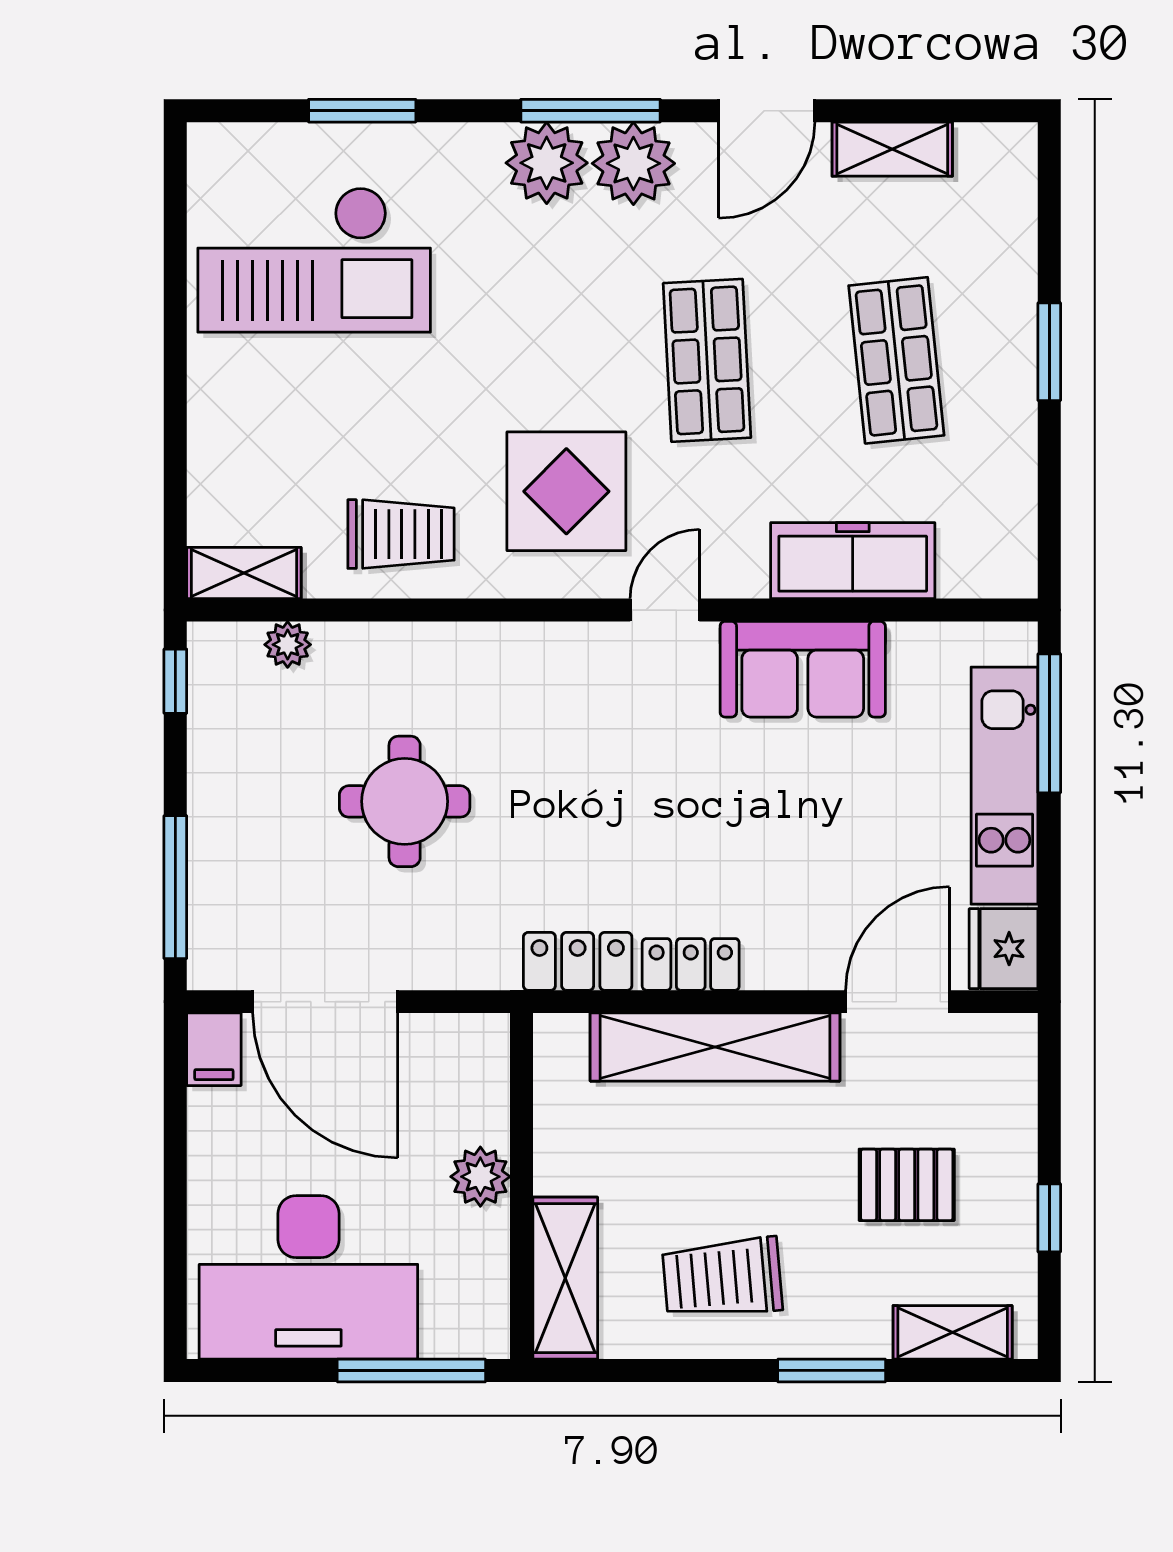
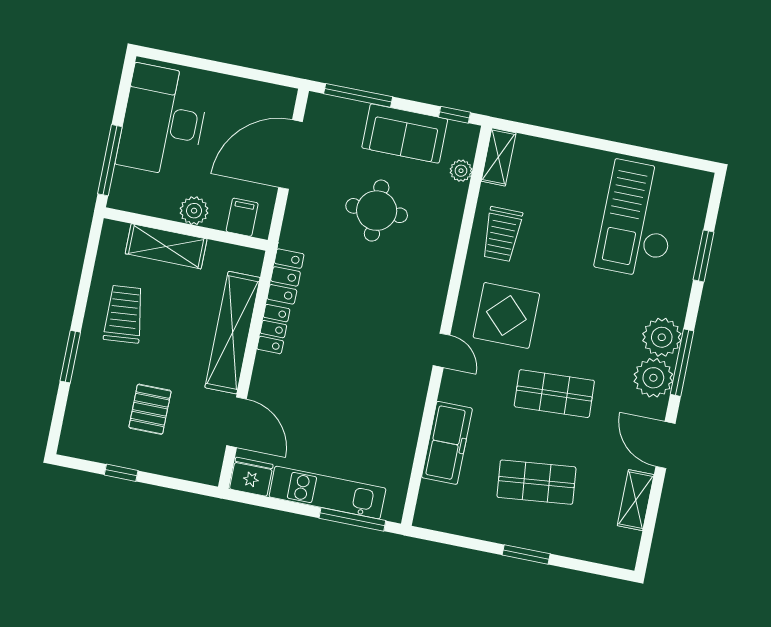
sofa: (803, 669) -> (405, 133), moved, turned -90
filing cabinet: (214, 1049) -> (242, 217), moved, turned 90
shelving: (565, 1278) -> (166, 246), moved
shelving: (953, 1332) -> (77, 417), removed

